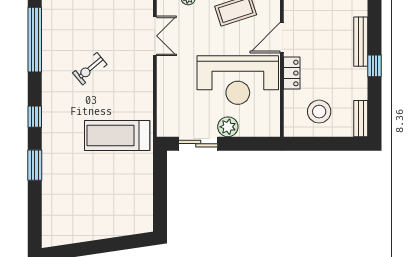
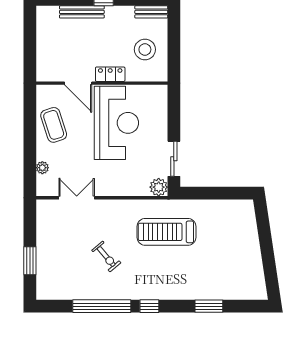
window: (35, 40) -> (102, 306), moved
plant: (228, 127) -> (159, 187), moved
treadmill: (117, 135) -> (167, 232), turned 90
window: (35, 165) -> (209, 306), moved

